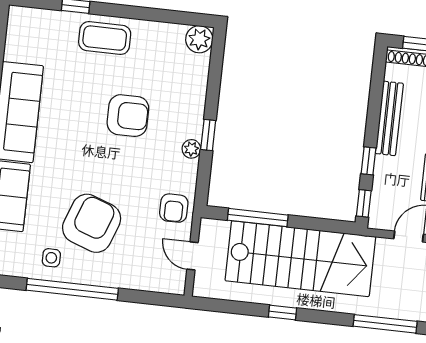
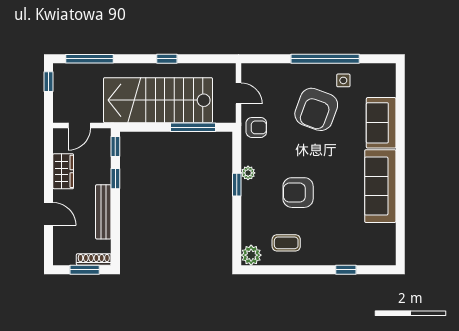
coffee table: (105, 38) -> (286, 243), moved, width x0.73, depth x0.77
armchair: (174, 208) -> (256, 127), turned 90

